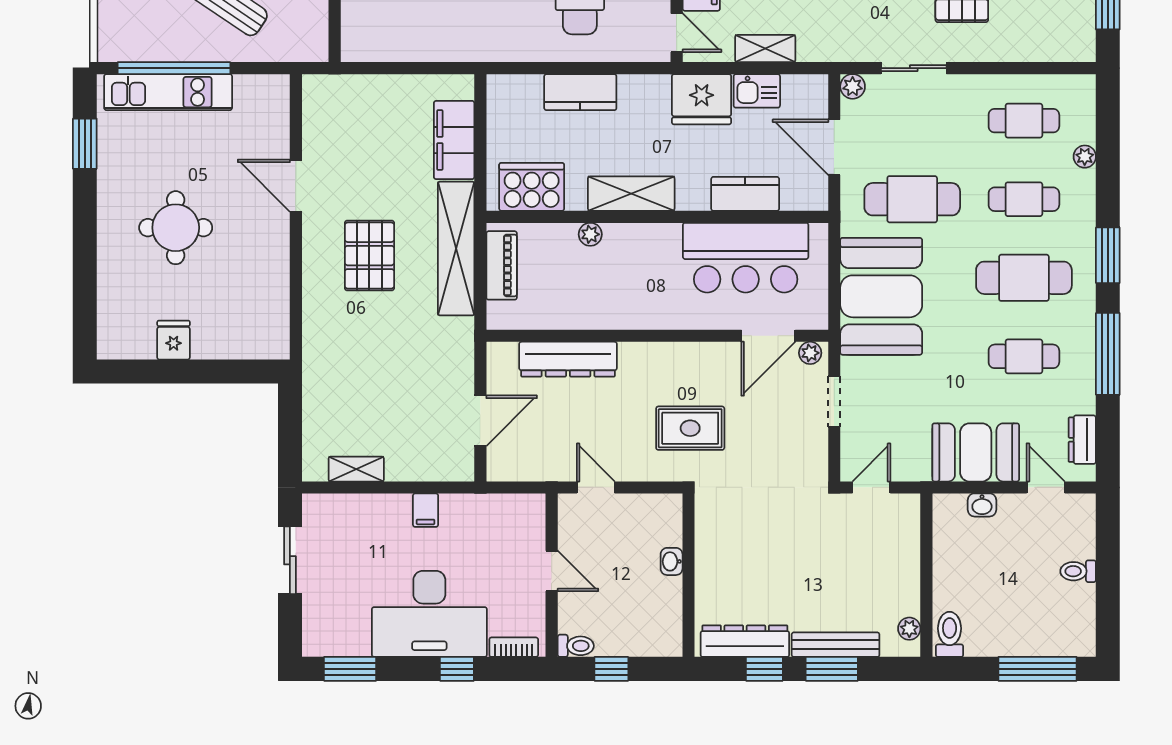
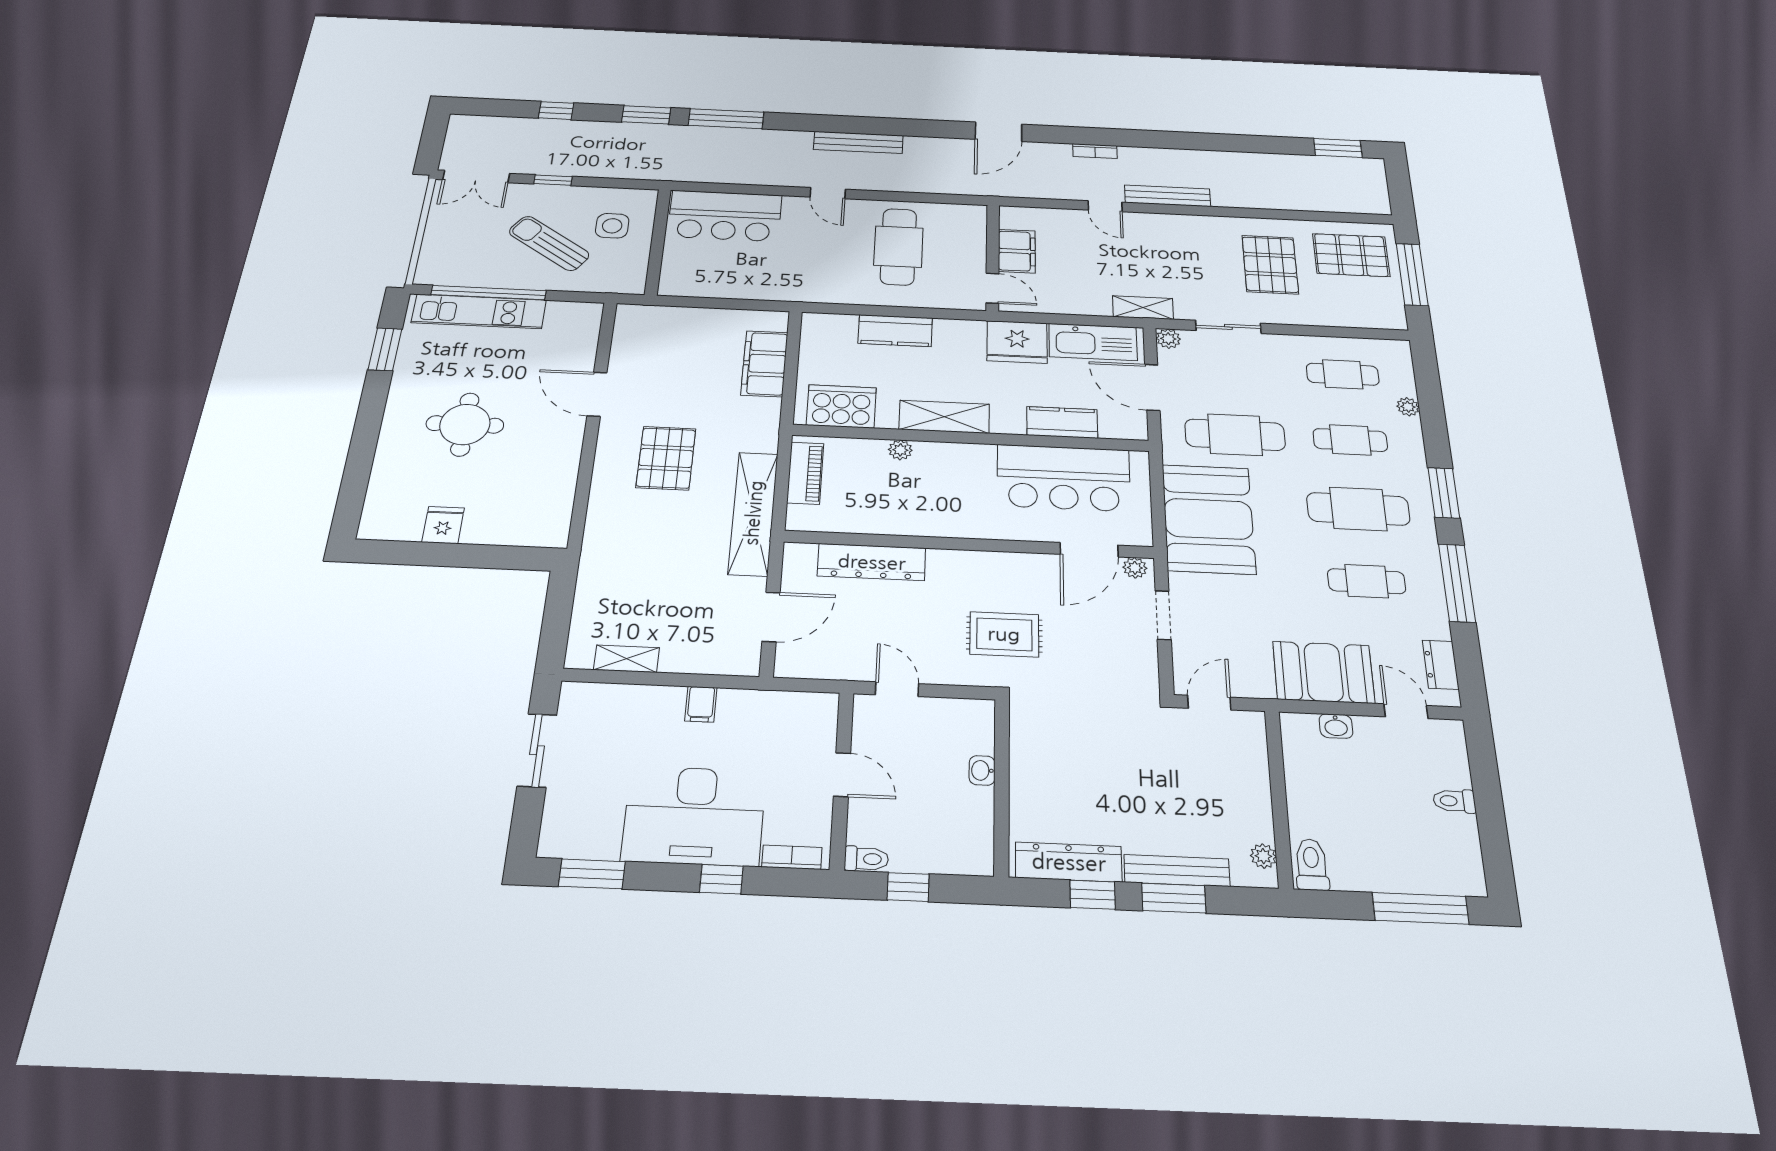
shelving: (765, 49) -> (1143, 308), moved
kitchen sink: (757, 91) -> (1093, 342), width x1.87, depth x1.24
shelving: (456, 248) -> (753, 513), moved

